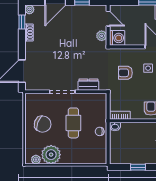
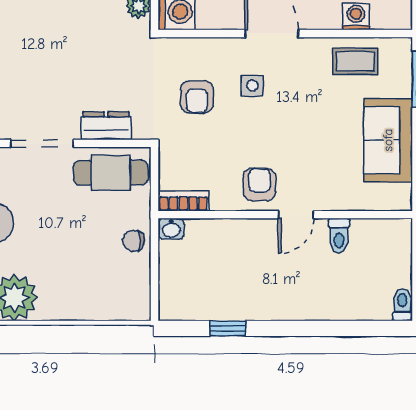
armchair: (125, 73) -> (197, 97), turned -90
cafe table: (73, 123) -> (111, 173), moved, turned 90

